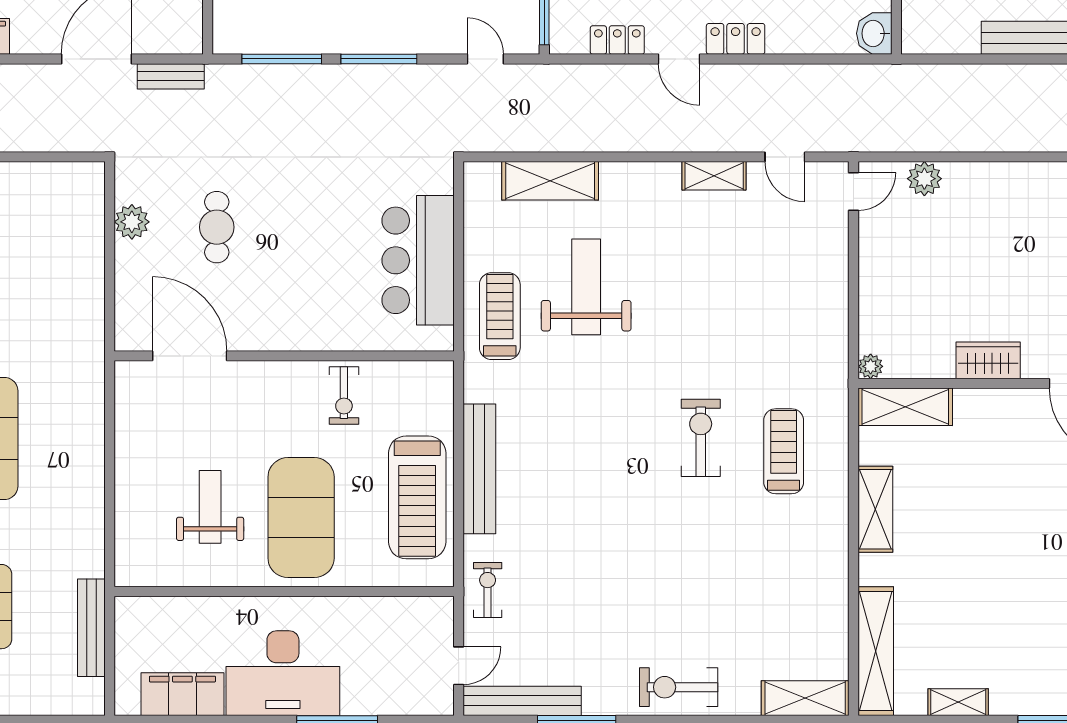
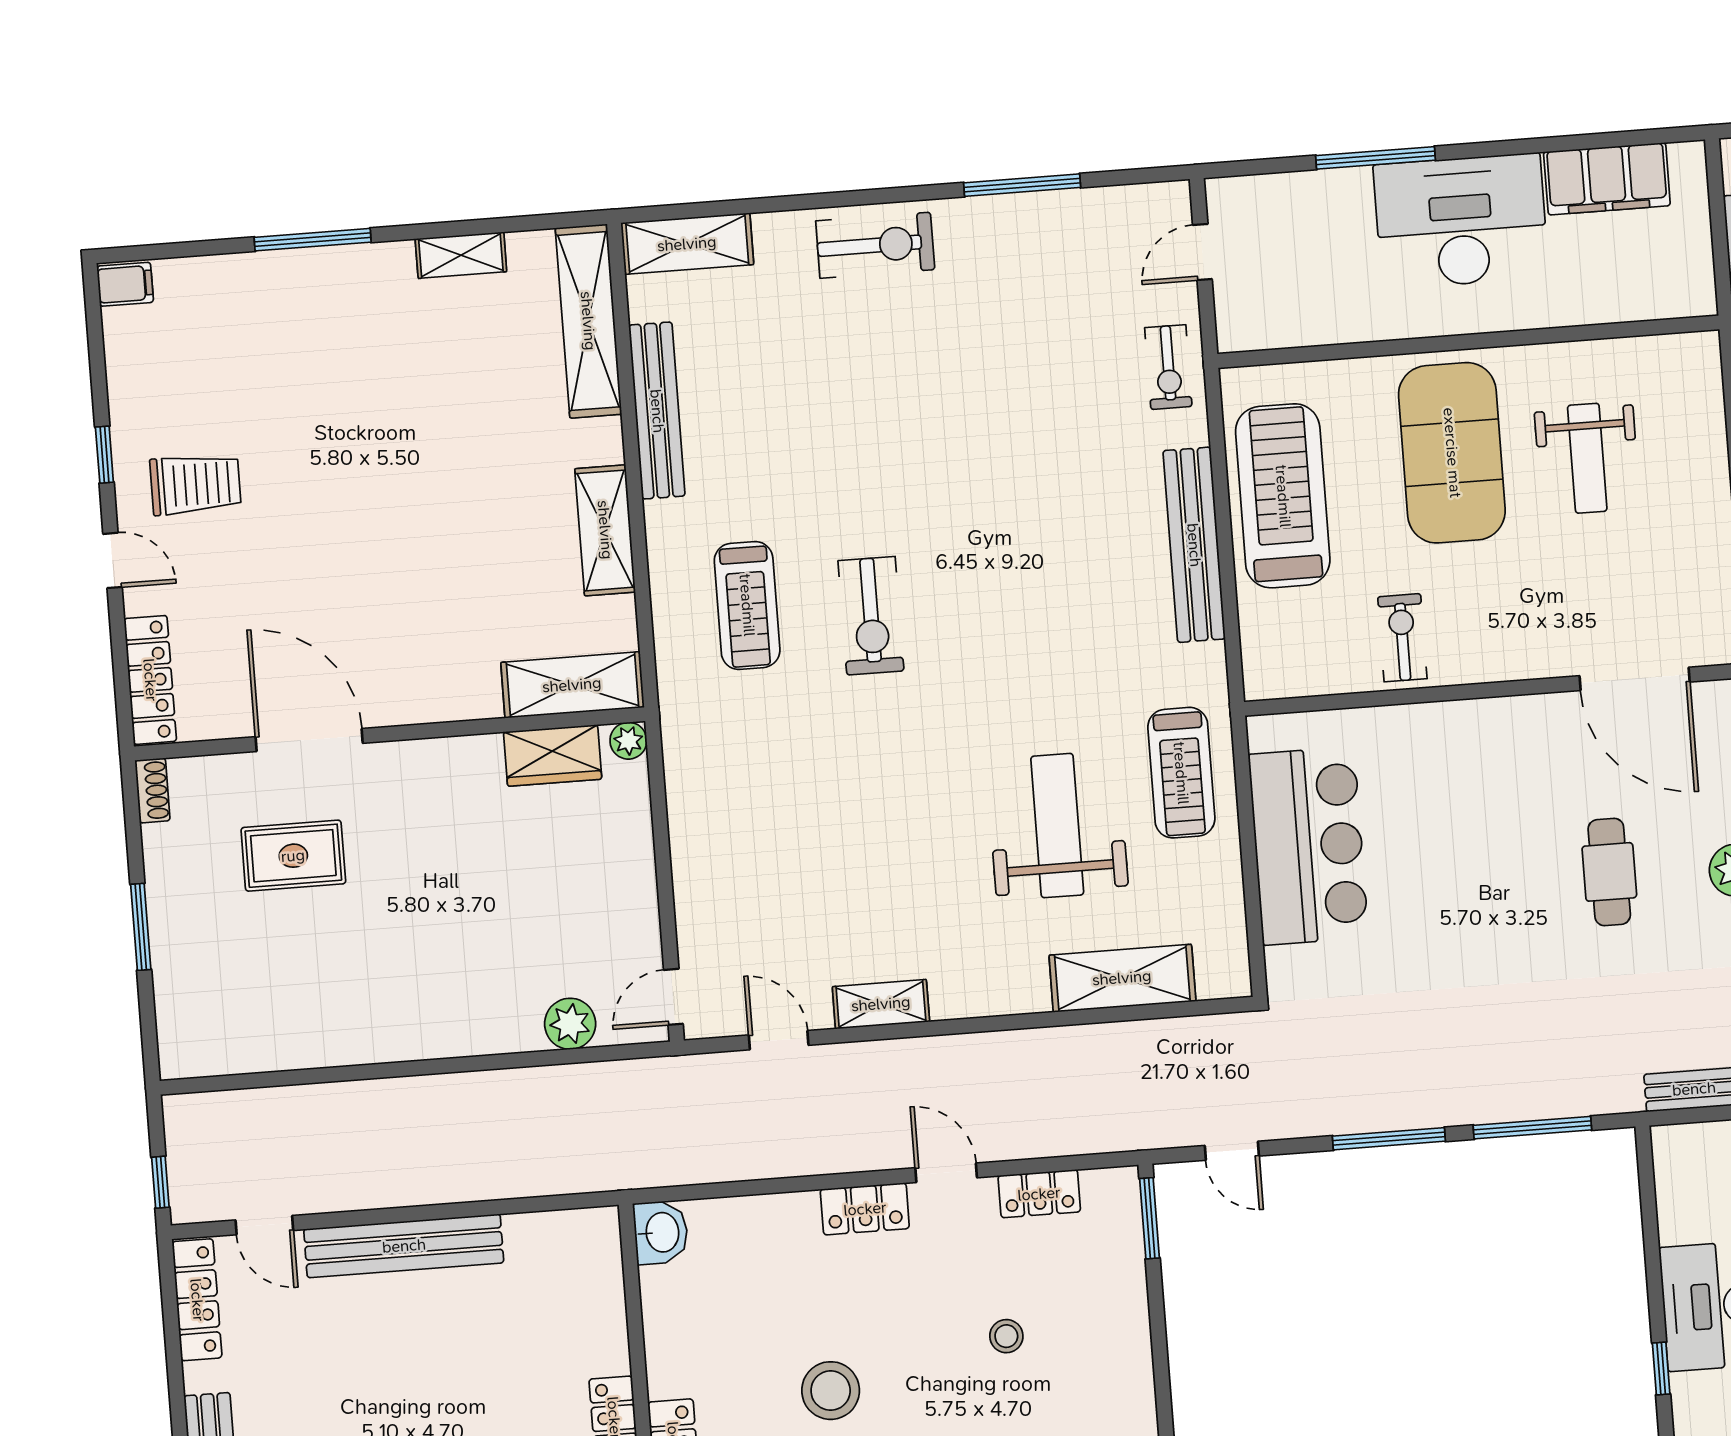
weight bench: (586, 287) -> (1057, 826), turned 180
wardrobe: (988, 360) -> (553, 755), moved
bench: (522, 701) -> (657, 411), moved, turned 90

